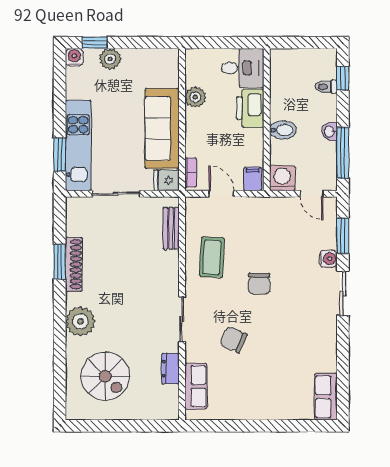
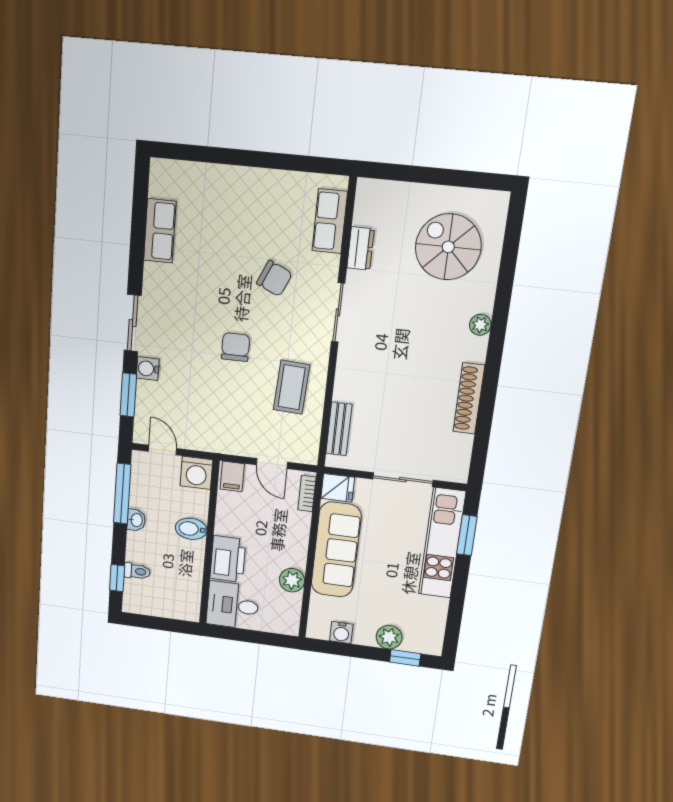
water cooler: (74, 57) -> (341, 633), moved
window: (60, 262) -> (487, 404), removed
plant: (80, 321) -> (480, 325), width x0.53, depth x0.53
row of seats: (326, 397) -> (160, 231), moved

